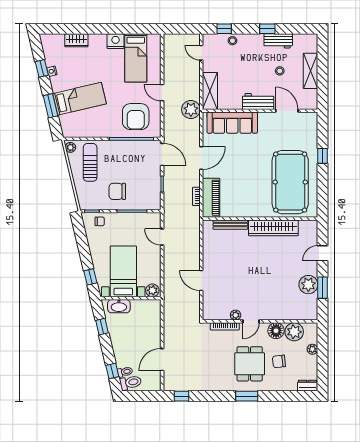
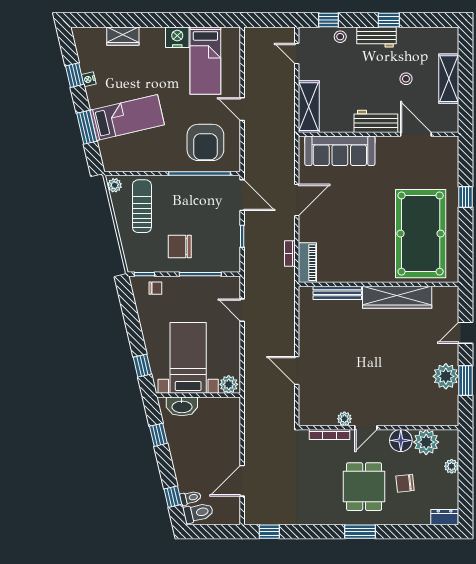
workbench: (278, 41) -> (377, 37), moved
plant: (191, 110) -> (282, 133), removed
piano: (211, 198) -> (307, 263), width x0.73, depth x0.75

